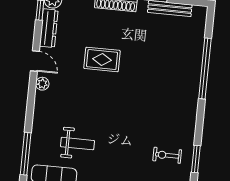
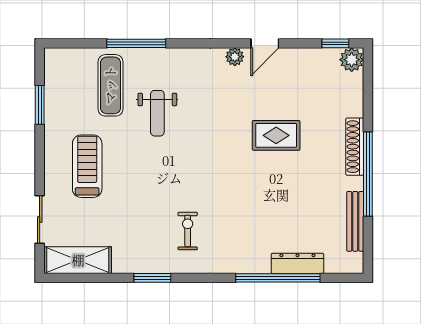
dresser: (49, 28) -> (297, 263), moved, turned 180
rug: (102, 59) -> (276, 135), turned 90
exercise bike: (167, 155) -> (188, 231), moved

